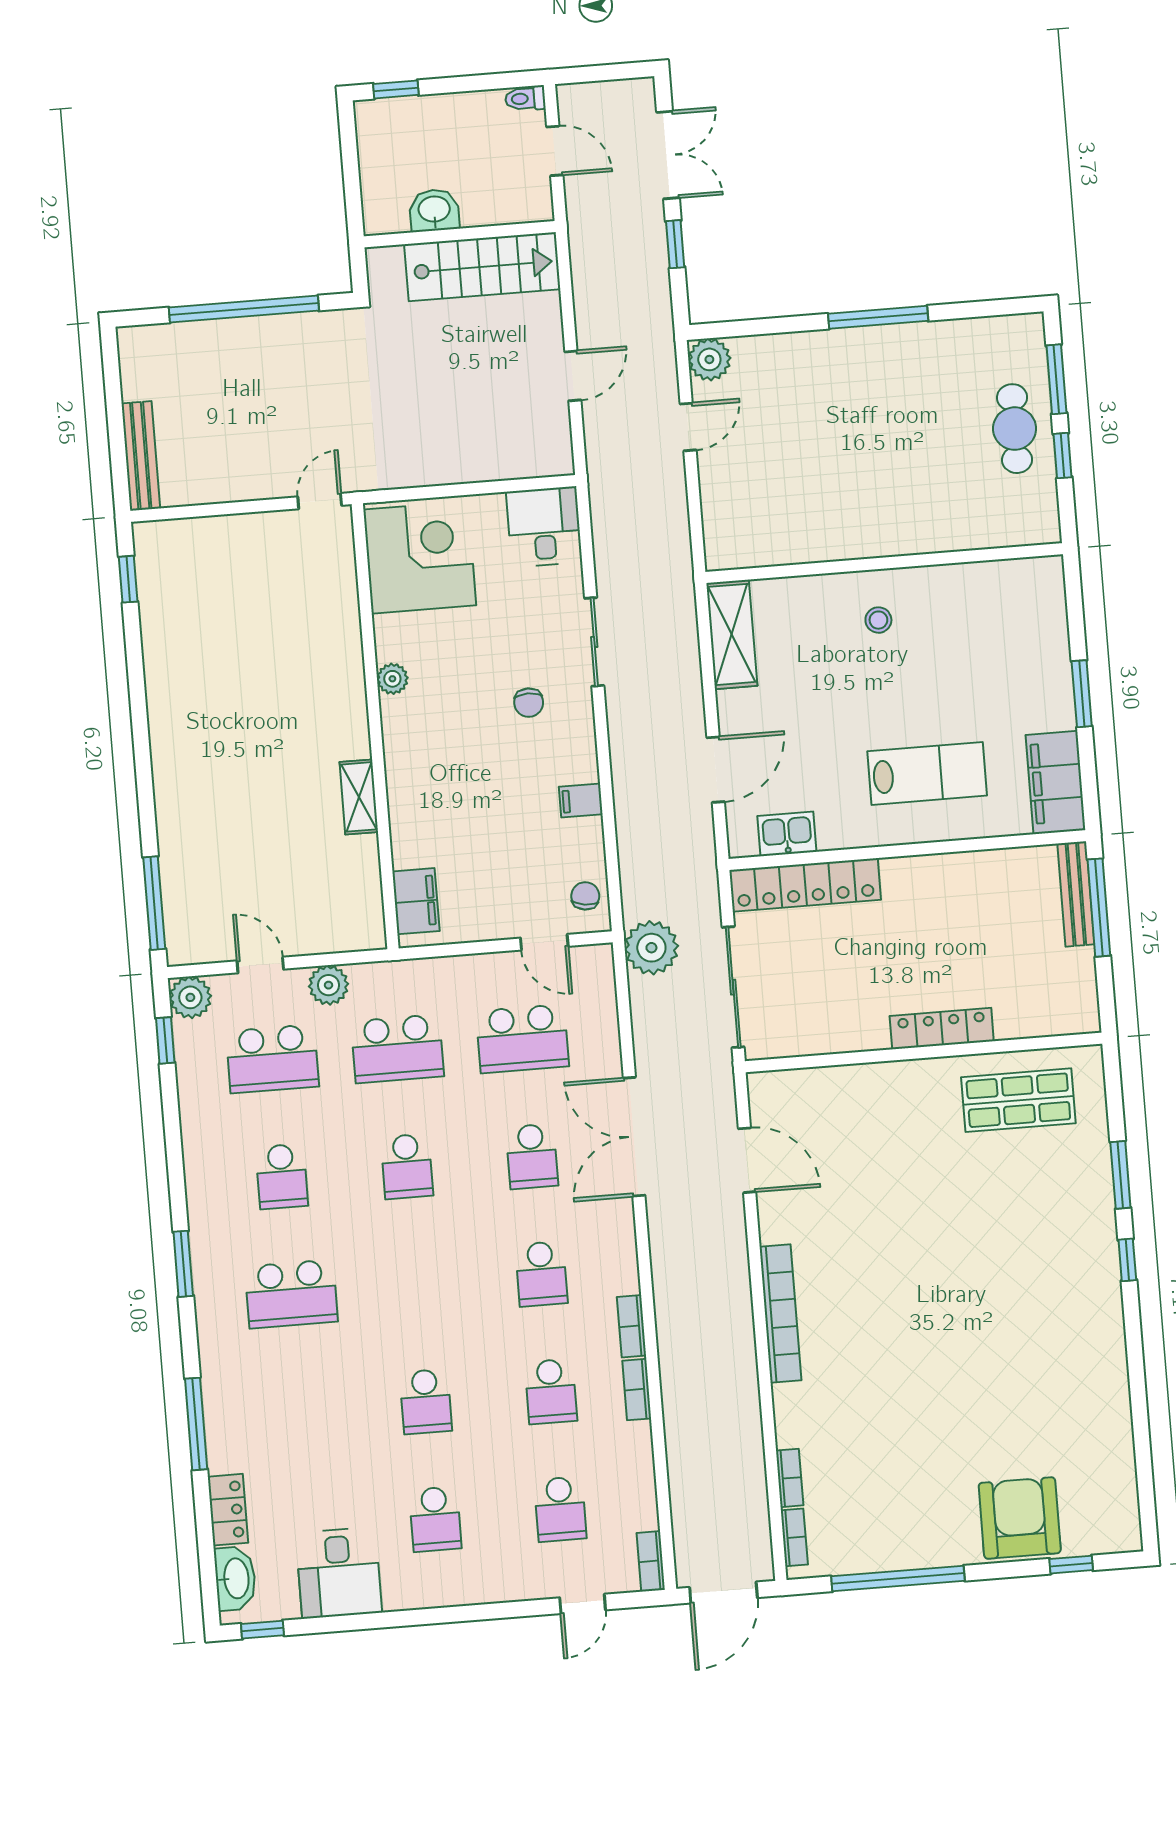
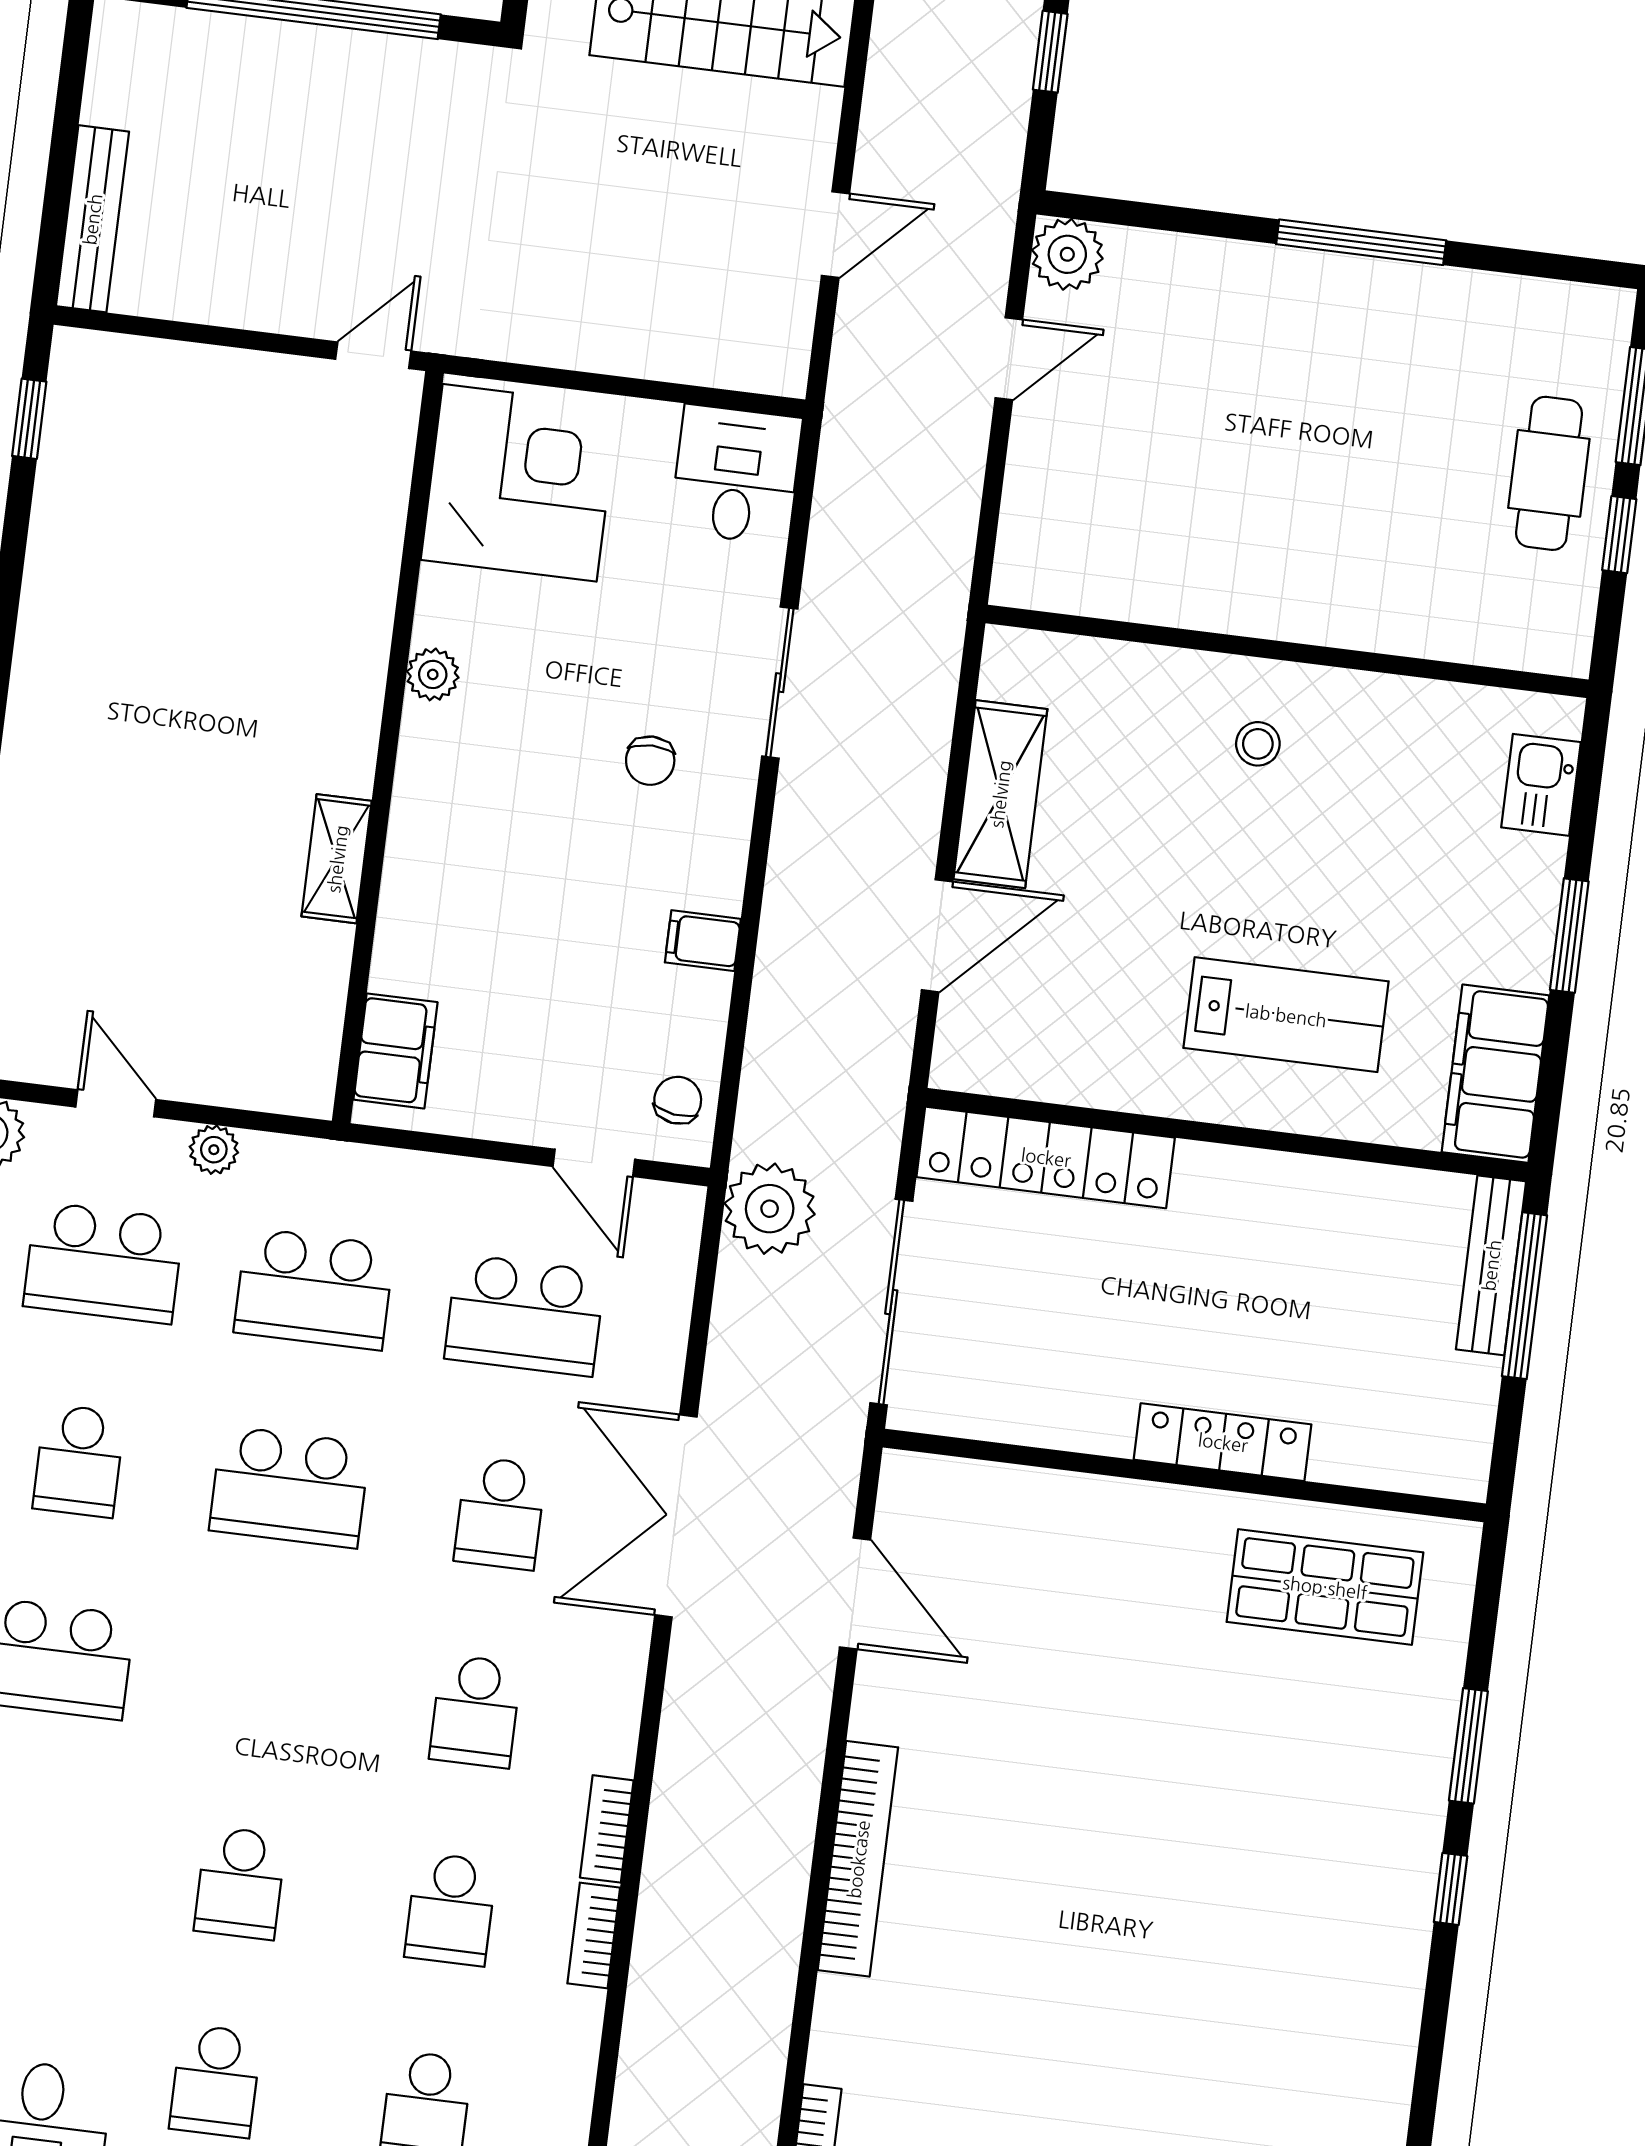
shelving: (732, 634) -> (1000, 794), moved
kitchen sink: (787, 834) -> (1541, 785), moved, turned -90
plant: (329, 985) -> (214, 1150), width x0.73, depth x0.73
school desk: (407, 1166) -> (289, 1487), width x1.85

